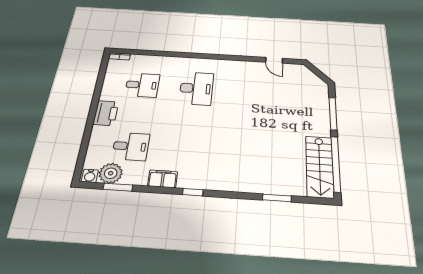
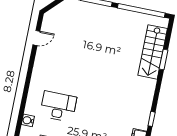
water cooler: (176, 62) -> (28, 120), added
stairs: (320, 166) -> (153, 52), moved, turned 90

